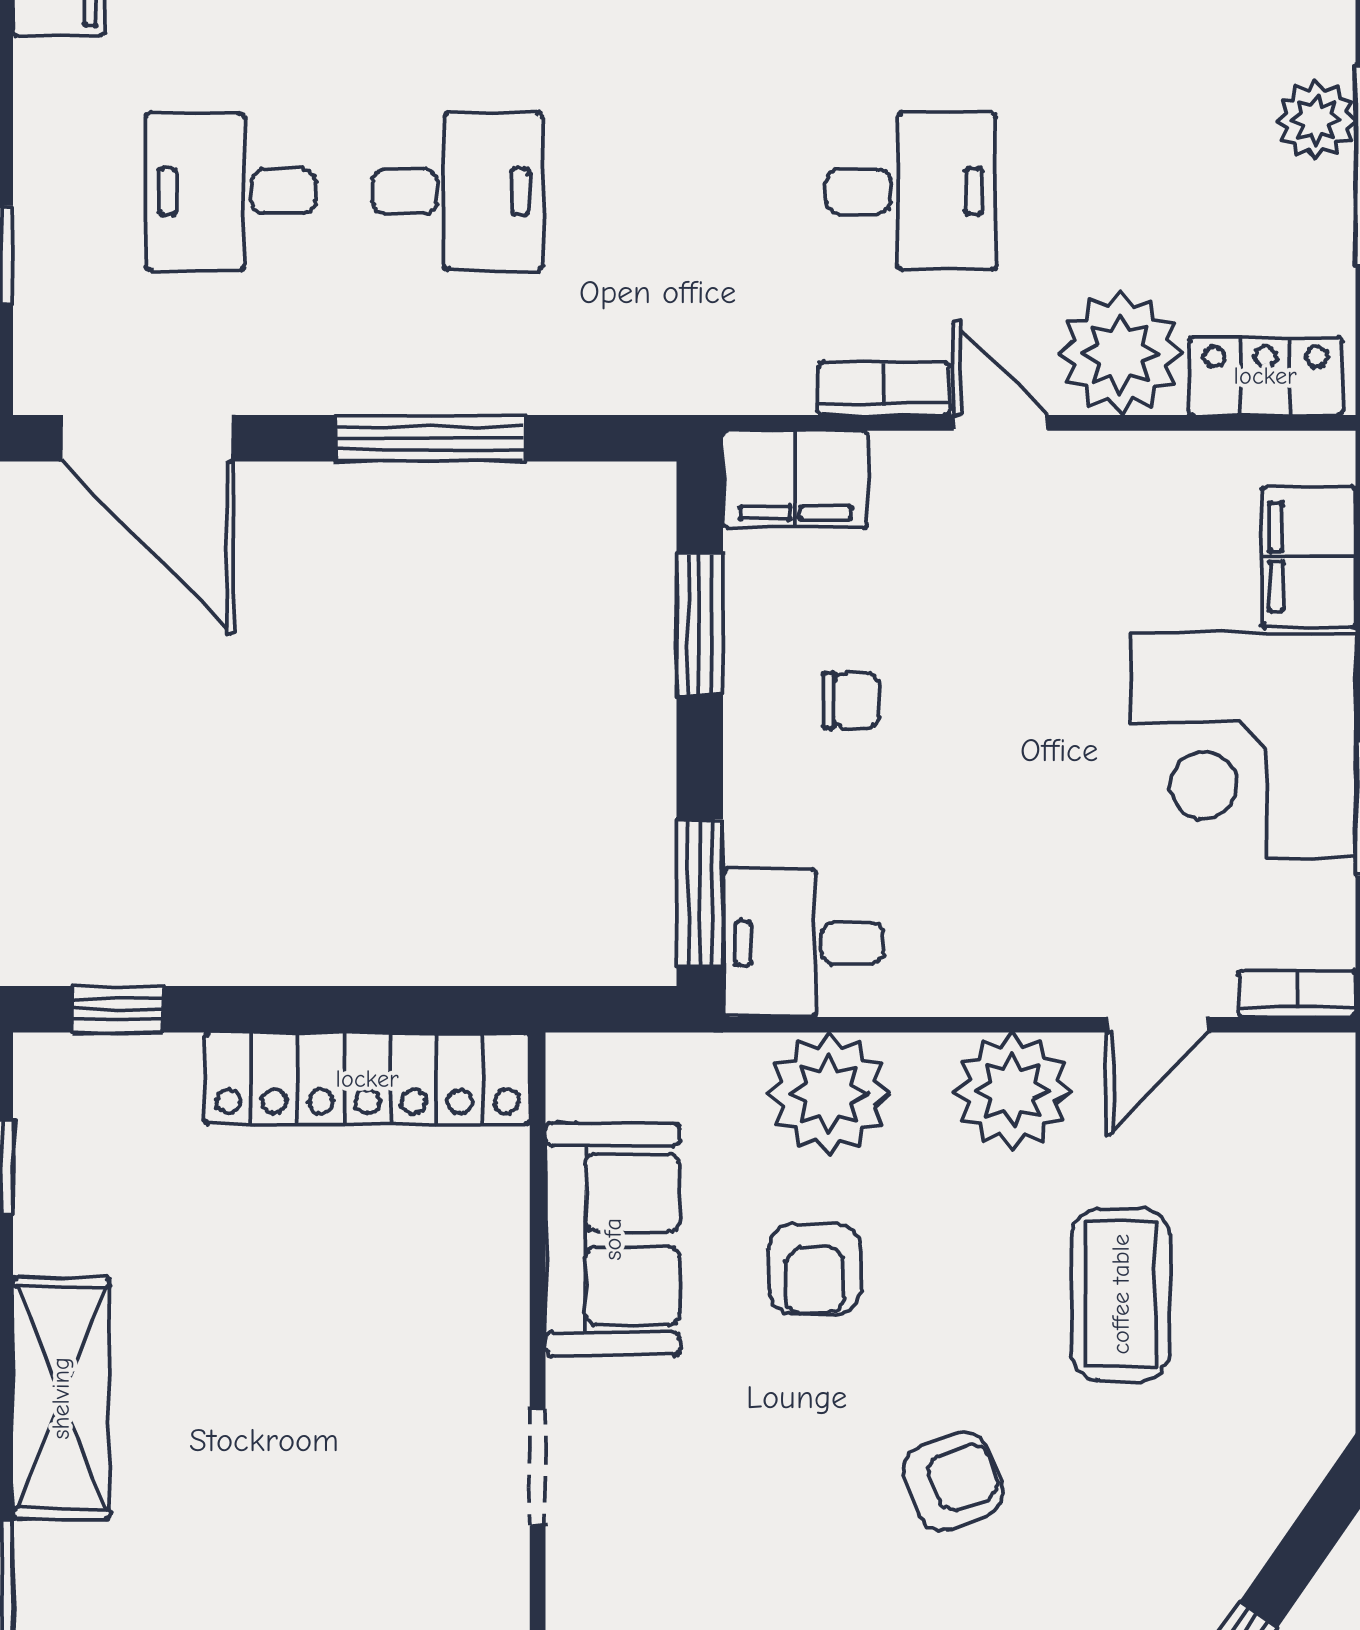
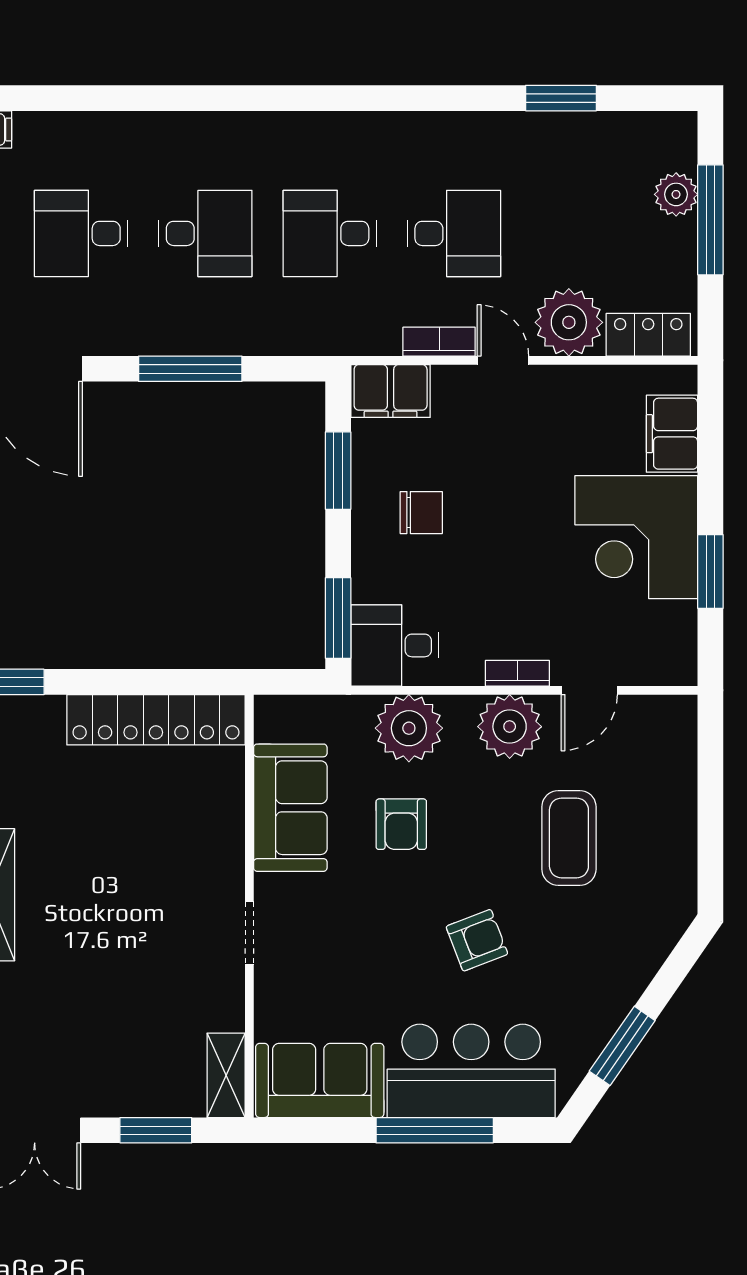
desk: (684, 191) -> (330, 233), added
chair: (851, 701) -> (421, 513), width x1.37, depth x1.37
bookcase: (1297, 994) -> (517, 673), moved

